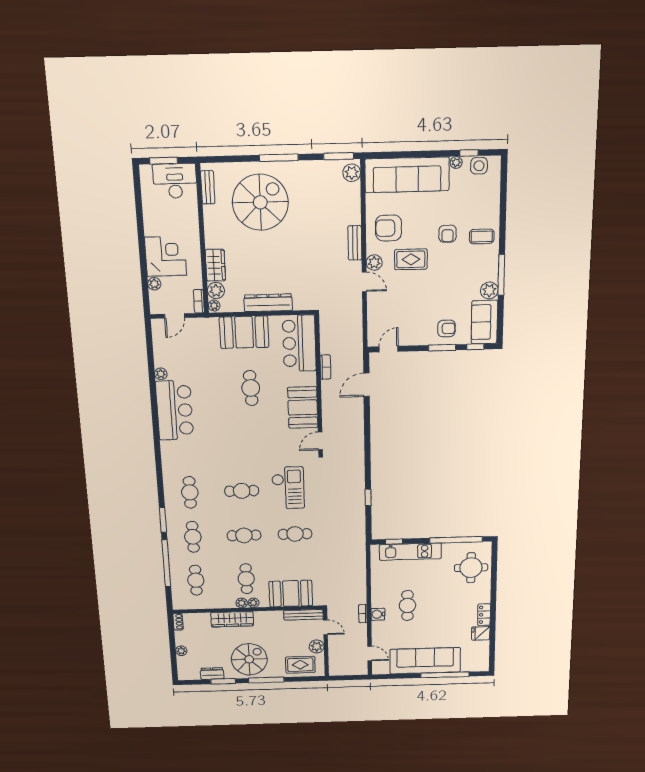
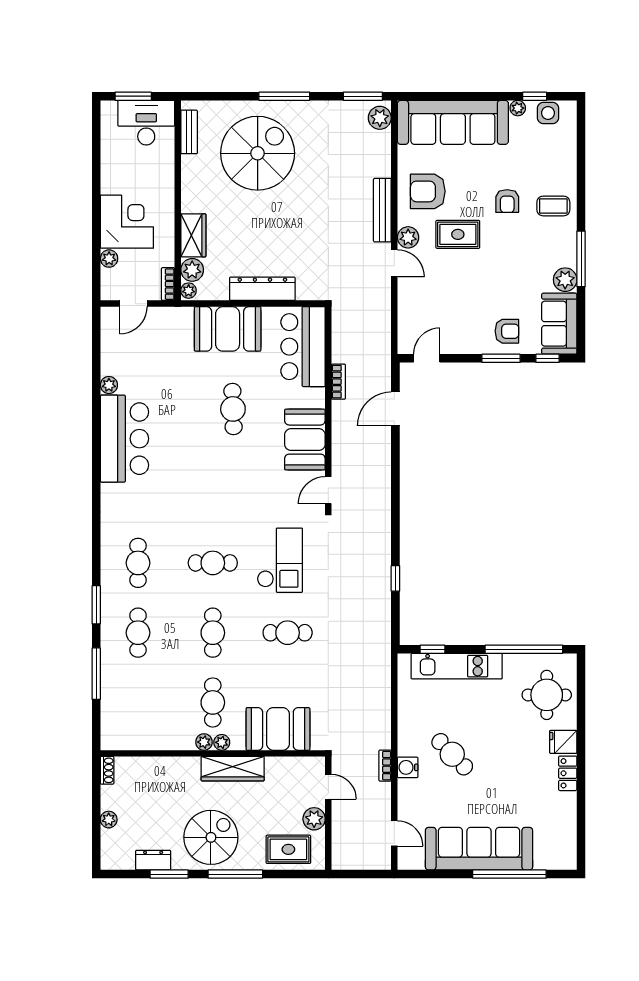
bench: (355, 243) -> (382, 210), width x1.36
cafe table: (244, 535) -> (213, 633), turned 90
window: (166, 563) -> (96, 674), width x0.68
cafe table: (196, 580) -> (138, 702), removed
cafe table: (407, 606) -> (452, 754), turned -44
bench: (303, 615) -> (296, 765), removed
wardrobe: (232, 619) -> (233, 769), moved
fridge: (481, 633) -> (563, 742), moved

